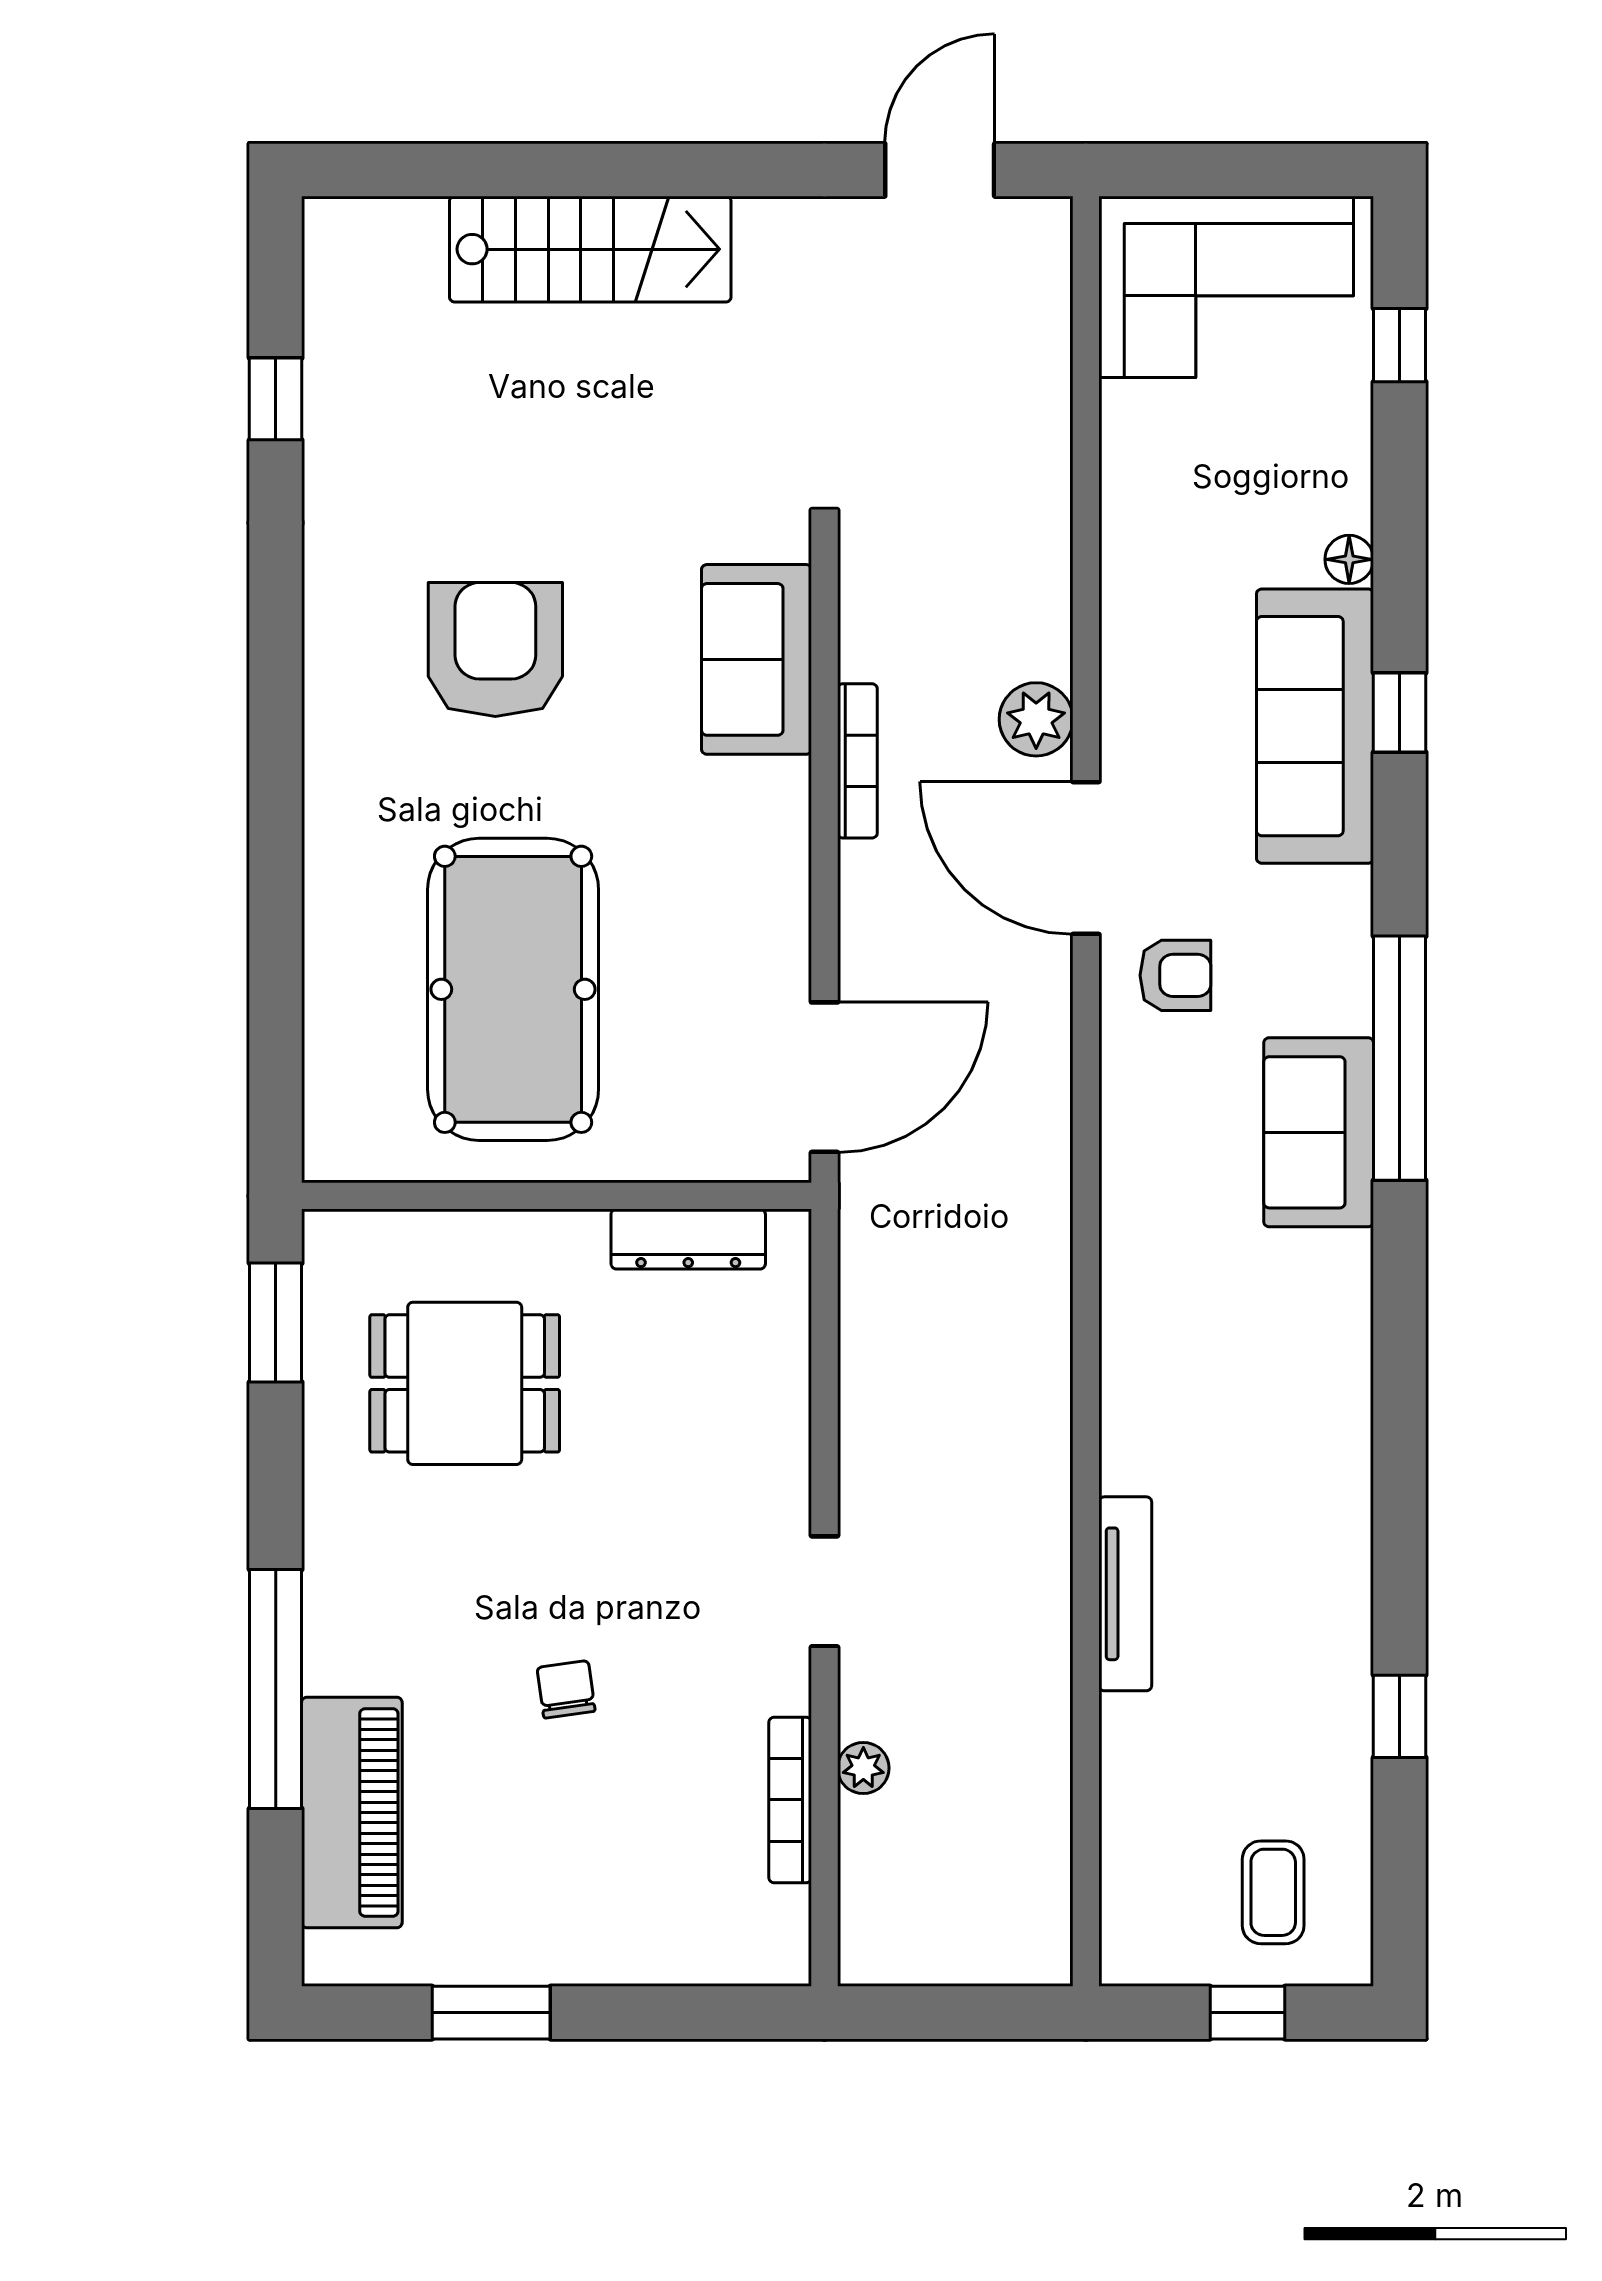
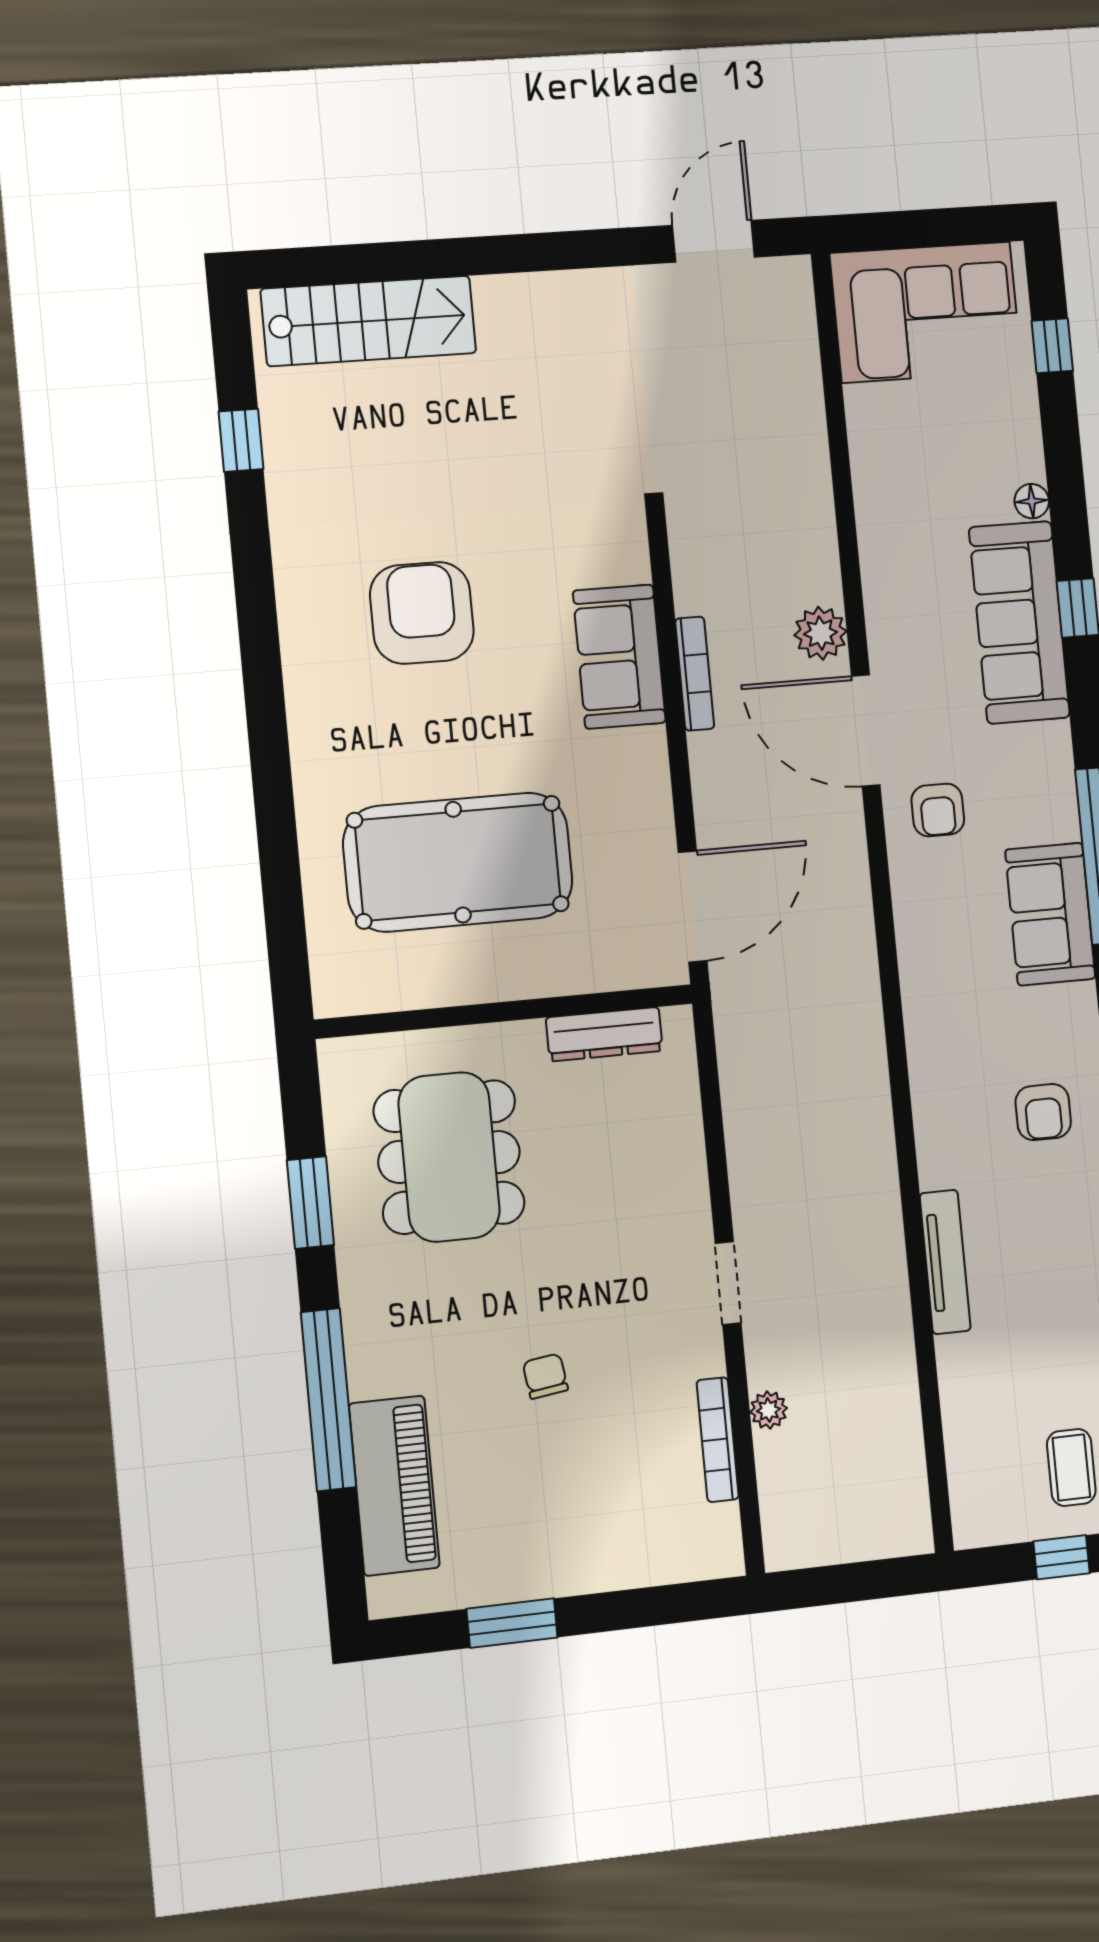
stairs: (590, 249) -> (369, 321), moved
sofa: (757, 659) -> (619, 657), moved
armchair: (1175, 975) -> (938, 810), turned 90
pool table: (513, 989) -> (458, 862), turned 90
window: (276, 1323) -> (310, 1203), moved
dining table: (465, 1383) -> (449, 1157), width x1.37
armchair: (1282, 1403) -> (1043, 1112), added

